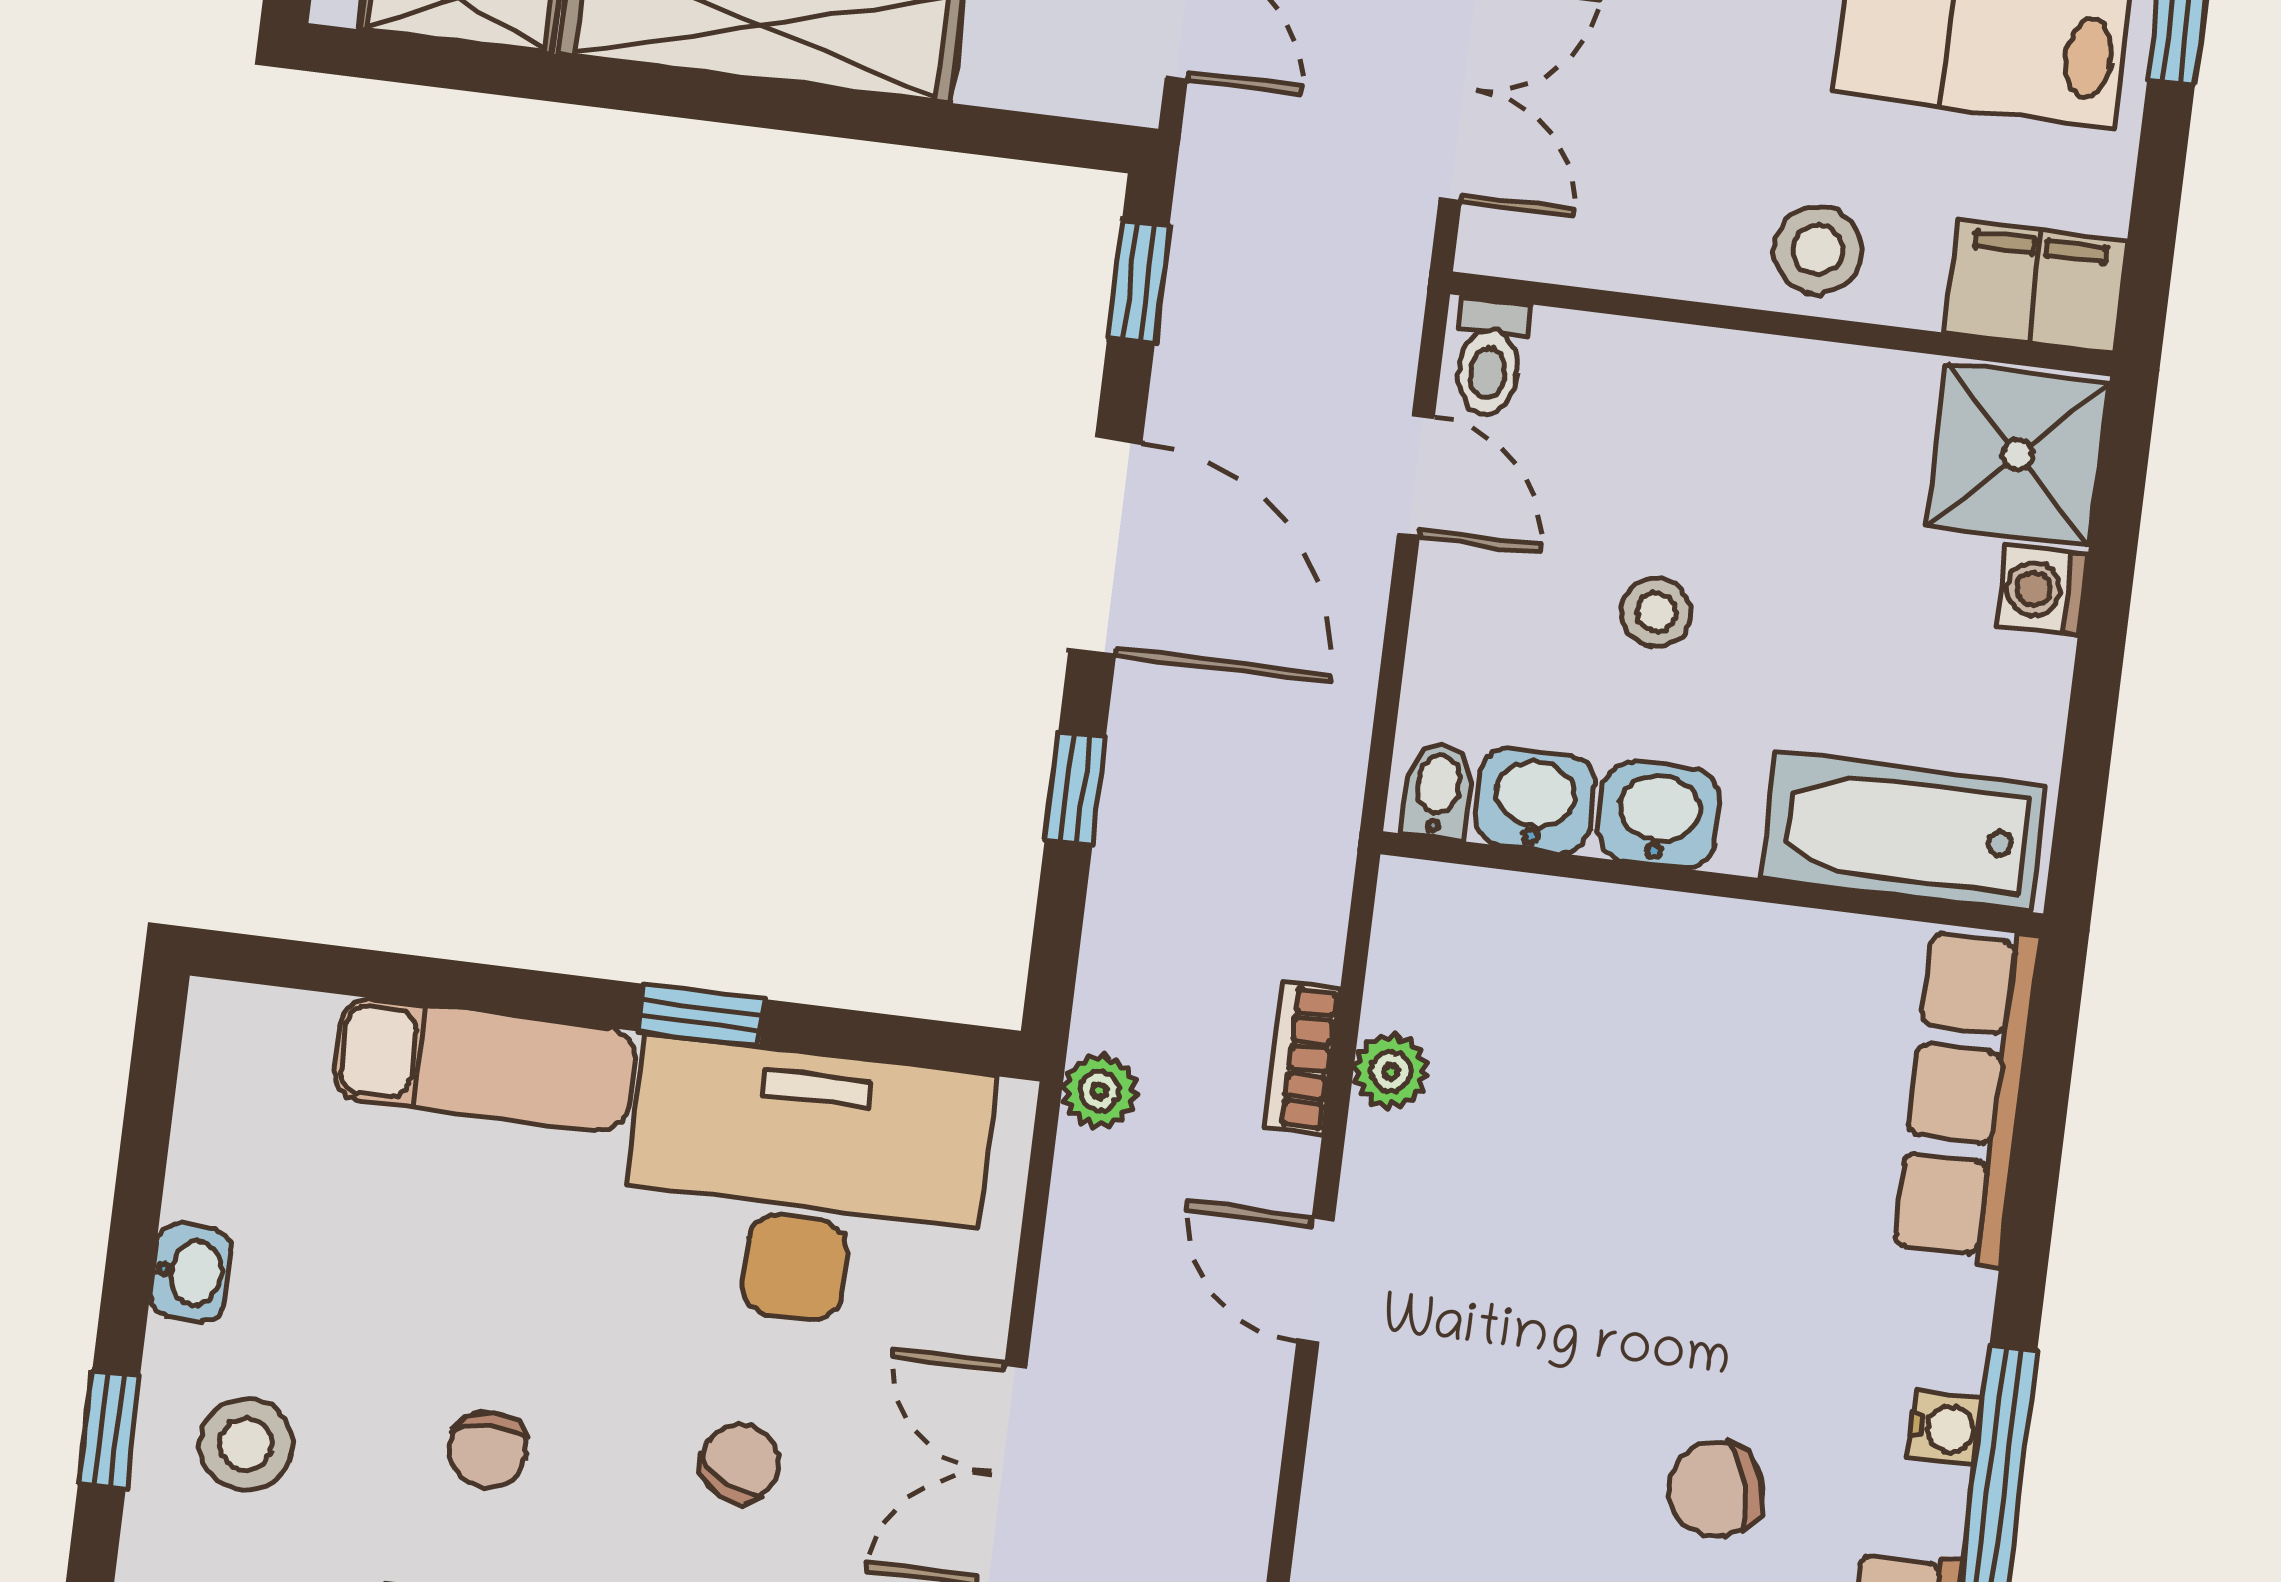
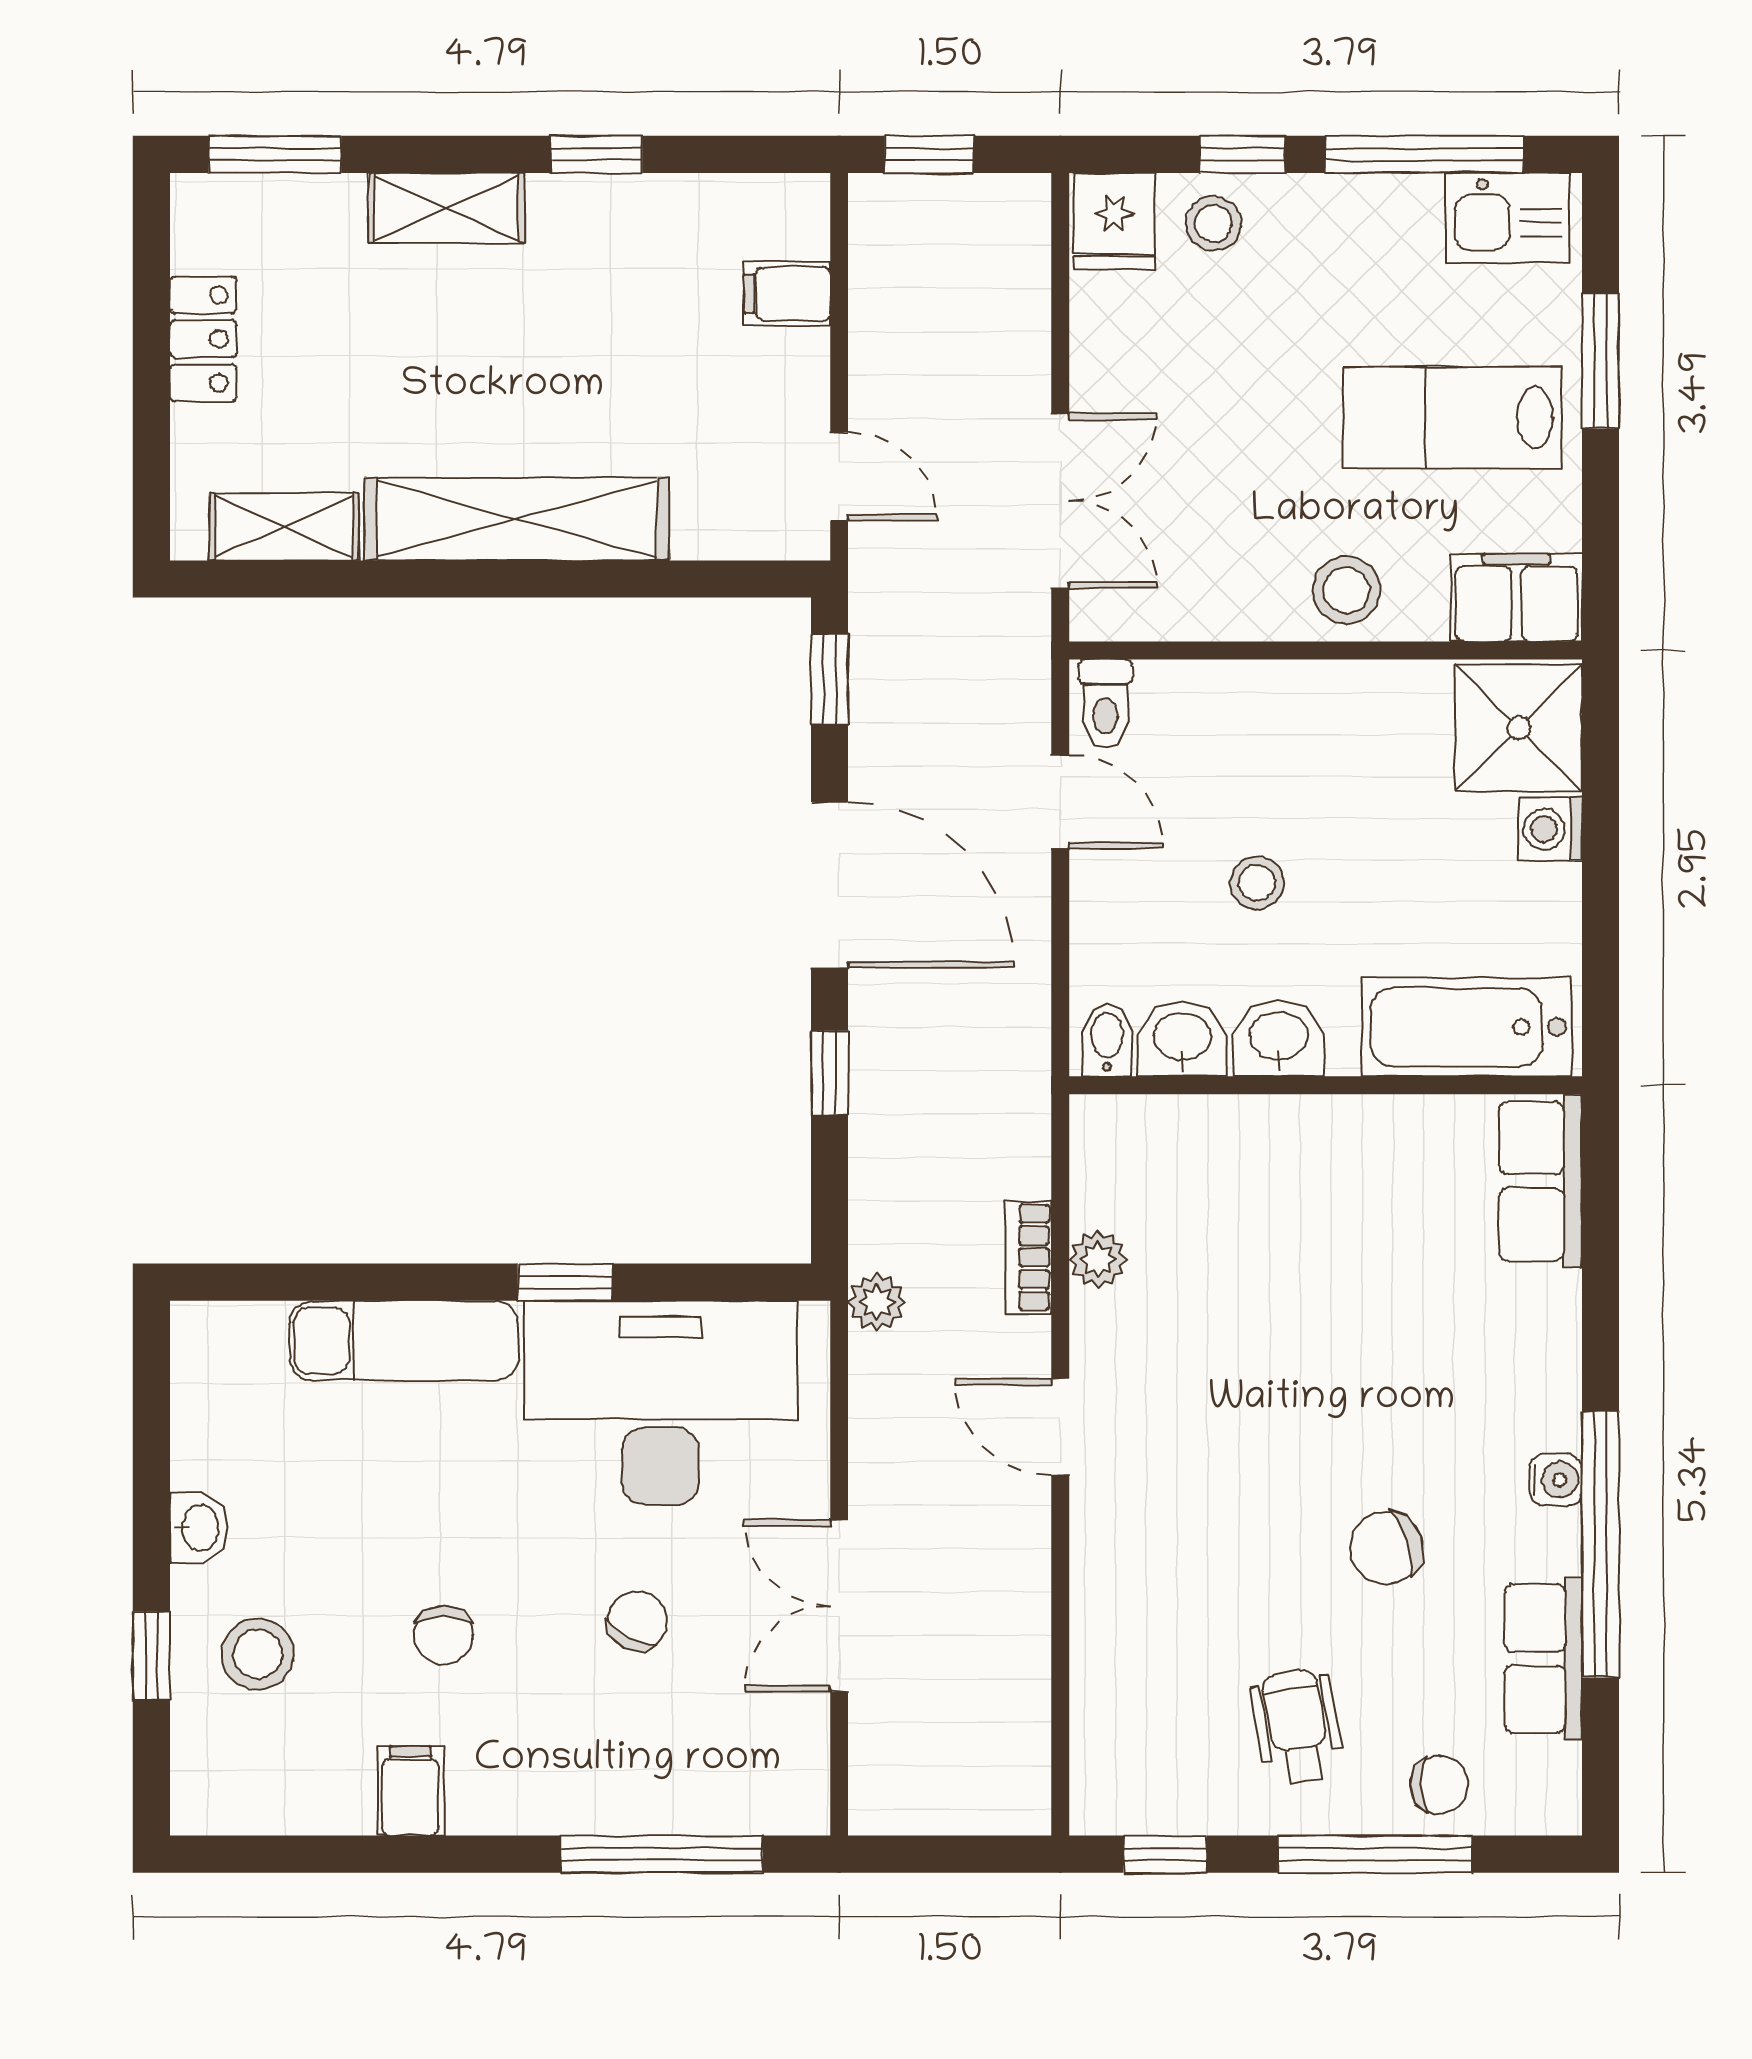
row of seats: (1966, 1095) -> (1541, 1181), width x0.68

